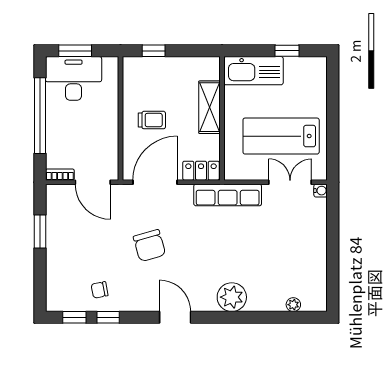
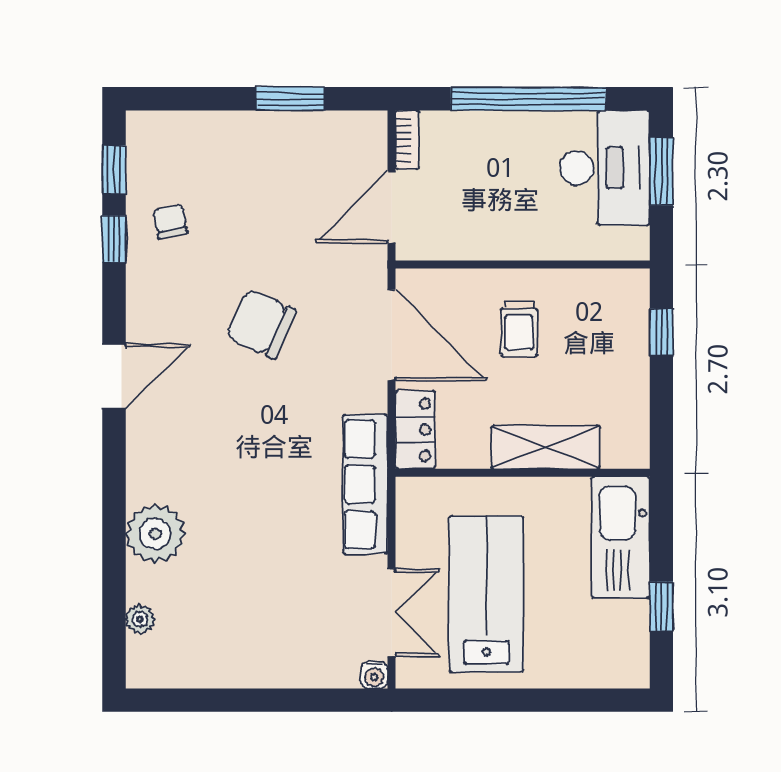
chair: (149, 246) -> (261, 324), turned 40
plant: (232, 297) -> (155, 534), moved

